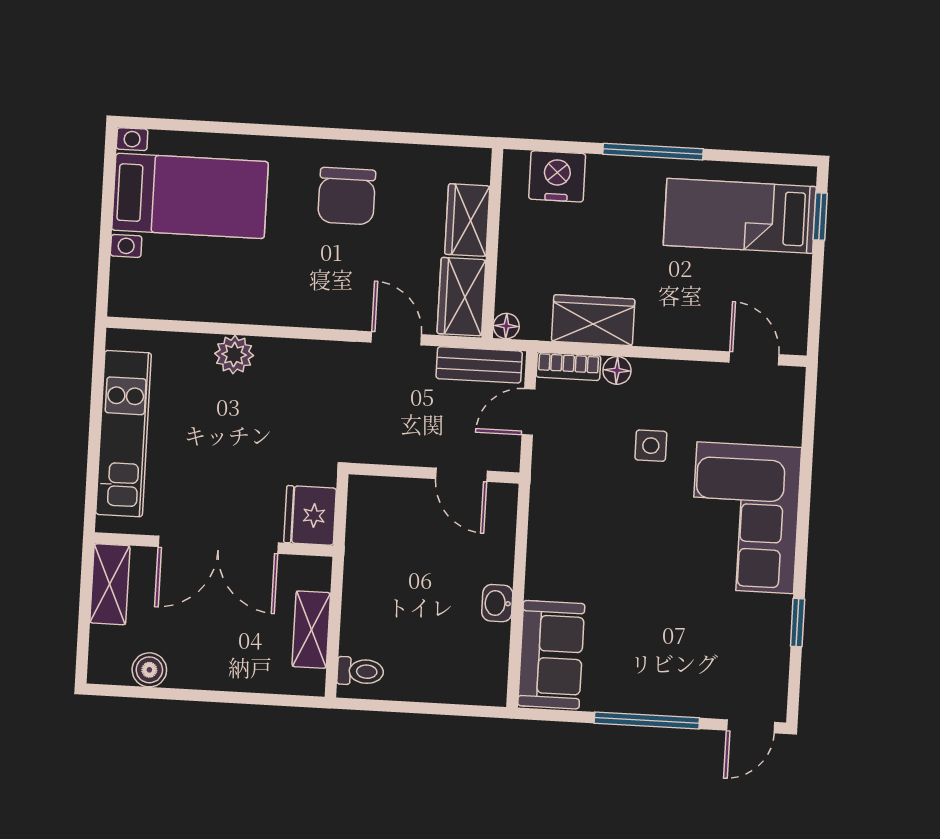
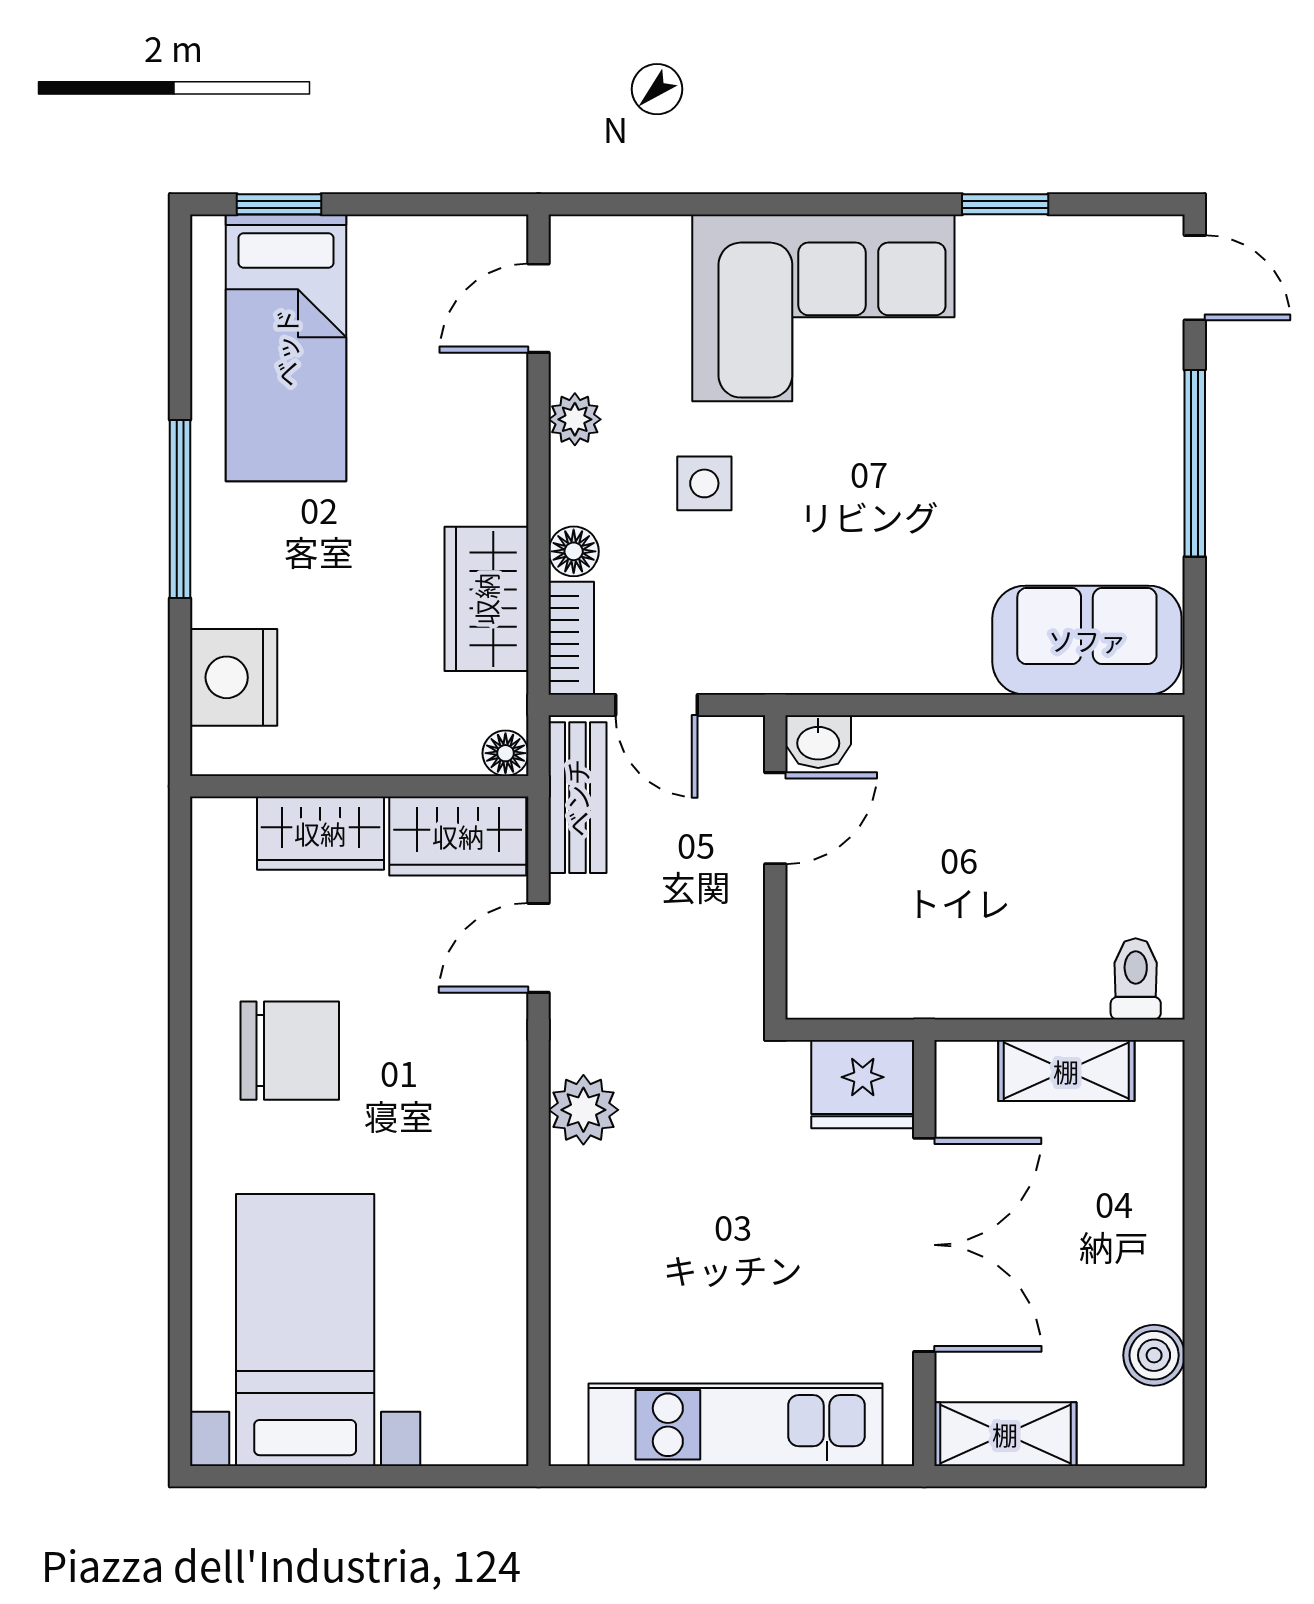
plant: (234, 355) -> (583, 1110), moved
plant: (691, 375) -> (575, 419), added
washbasin: (497, 603) -> (818, 742), moved

